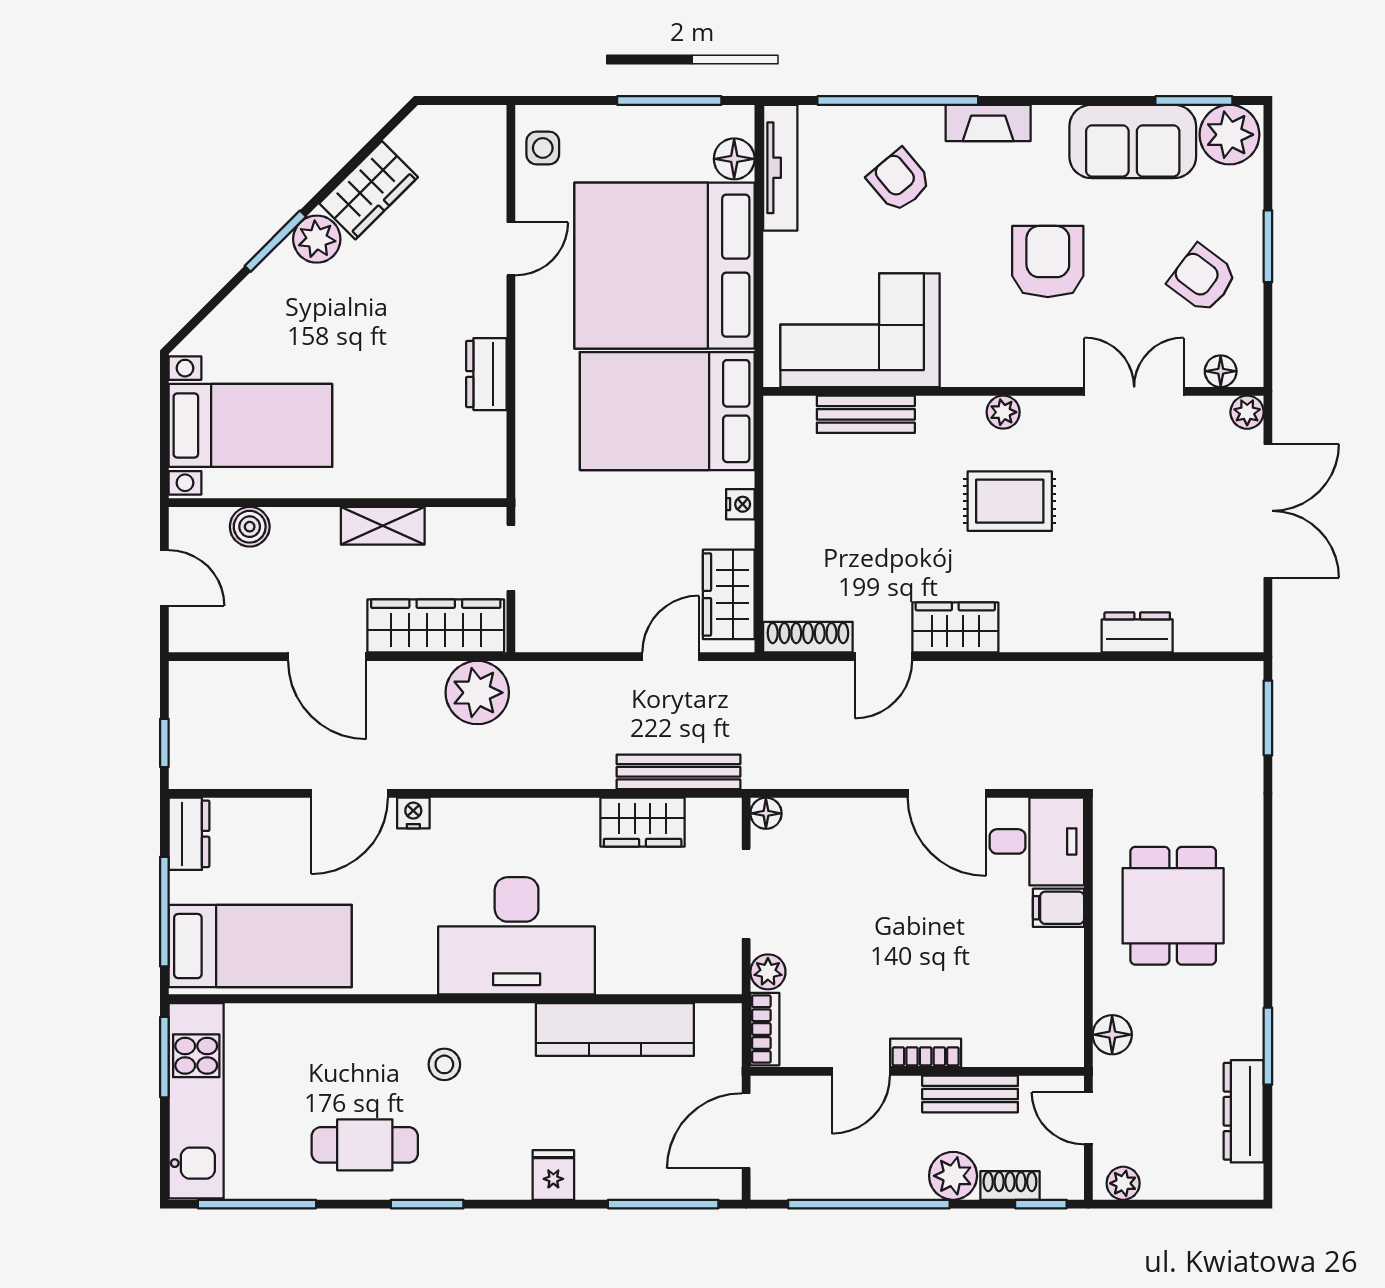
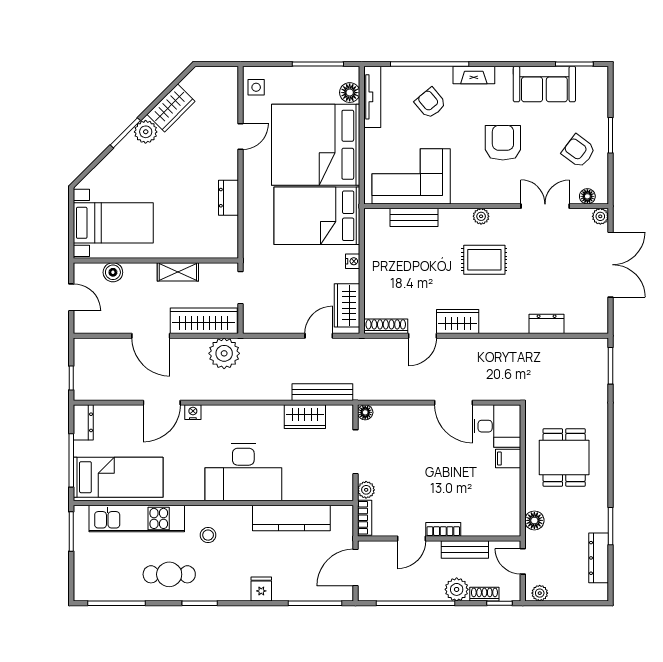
plant: (1229, 135) -> (592, 81), removed
kitchen unit: (196, 1101) -> (137, 518), moved, turned 90

